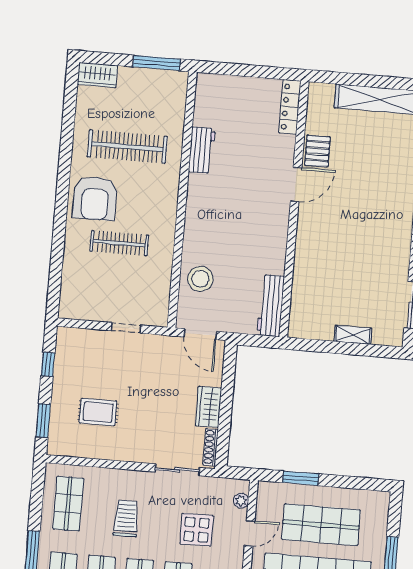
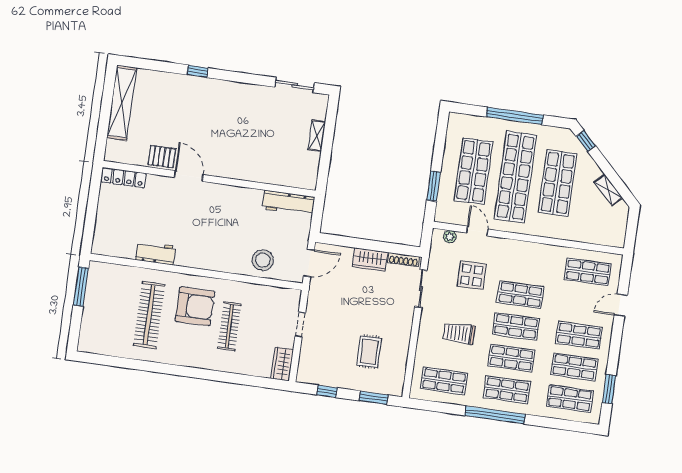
wardrobe: (97, 75) -> (282, 364), moved, turned 180
armchair: (95, 198) -> (195, 306), moved

